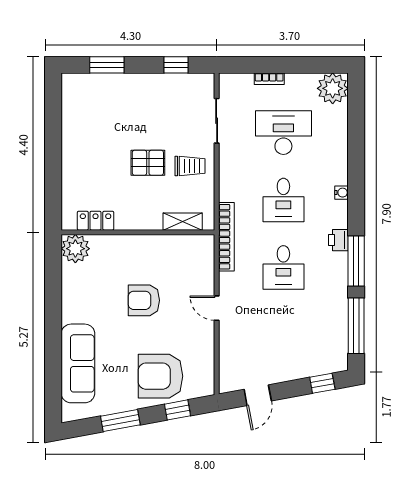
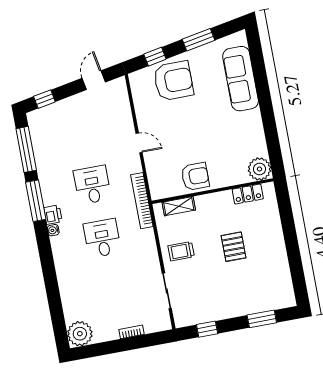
desk: (283, 133) -> (112, 291), removed
pallet: (148, 163) -> (234, 247), moved, turned 90
water cooler: (341, 193) -> (53, 230), moved
armchair: (144, 300) -> (195, 176), moved

